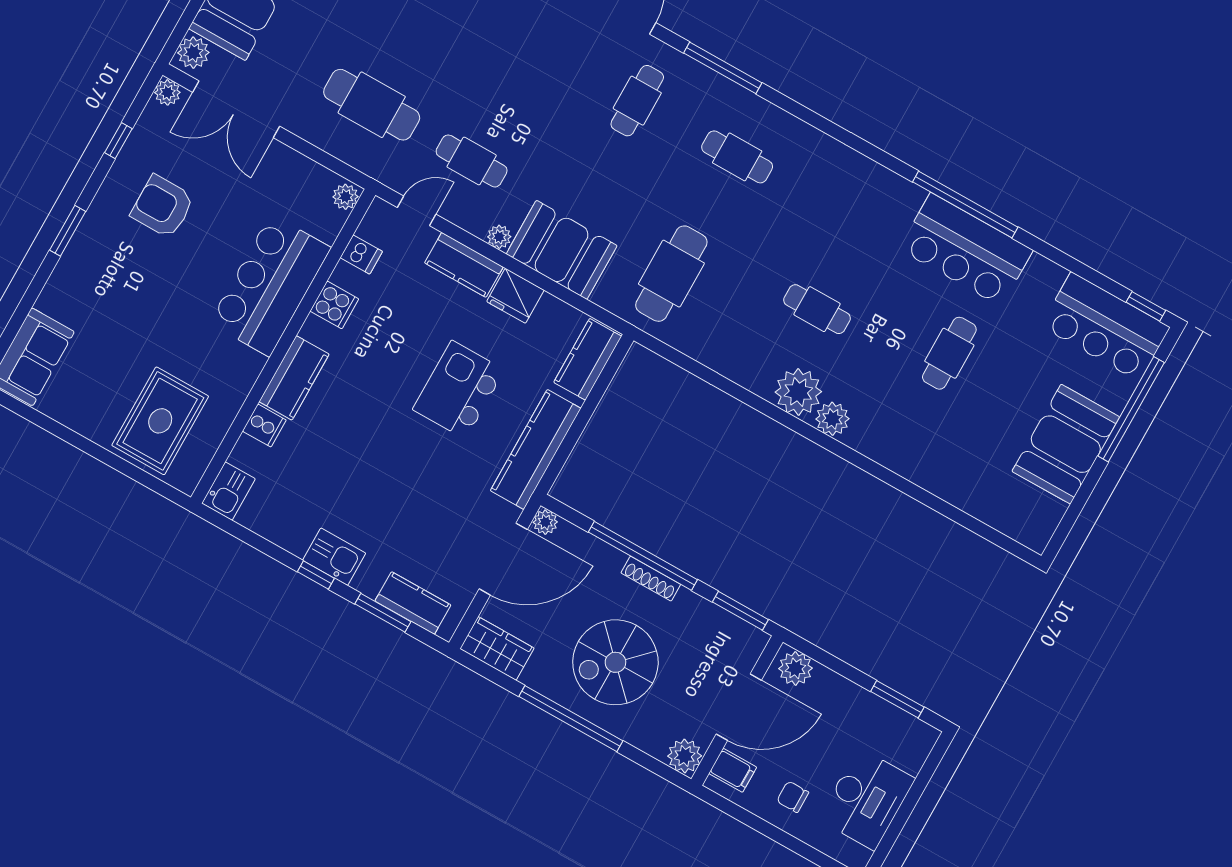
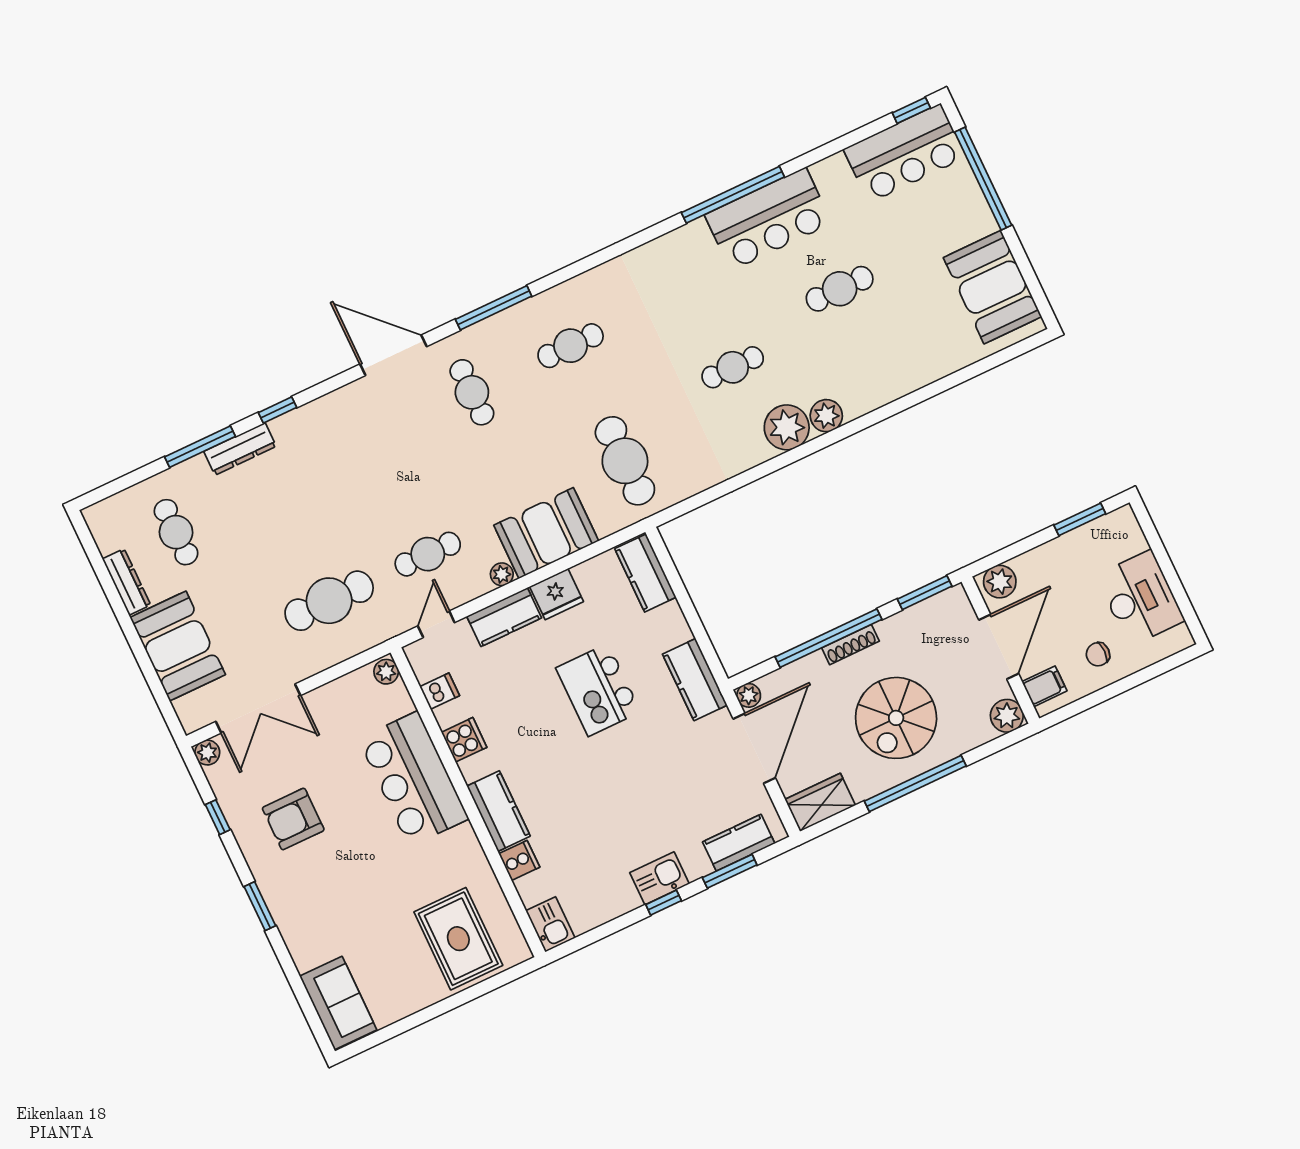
plant: (193, 53) -> (191, 711), removed
cafe table: (949, 353) -> (840, 289), turned 90
booth: (1066, 444) -> (993, 287), moved
kitchen counter: (536, 449) -> (695, 680), width x0.67

